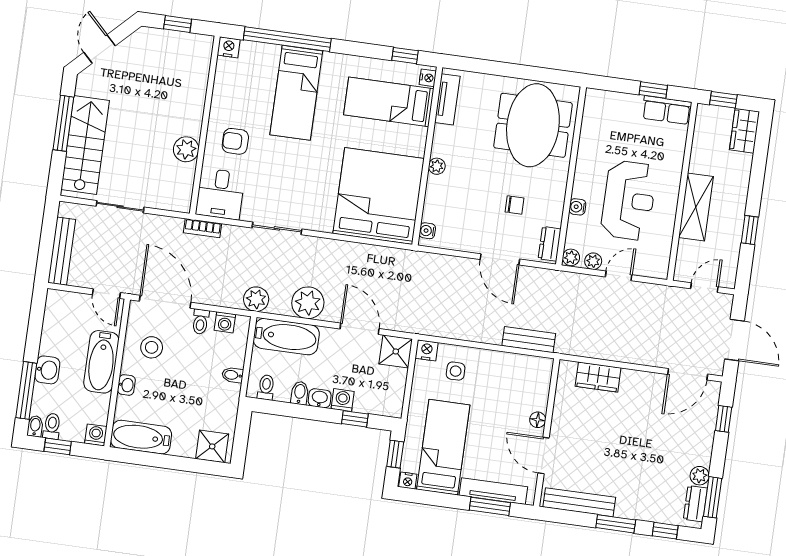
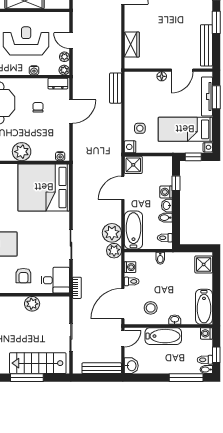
plant: (437, 166) -> (22, 152), width x1.88, depth x1.88
plant: (308, 303) -> (112, 233), moved
washbasin: (47, 370) -> (131, 366), moved, turned 90

